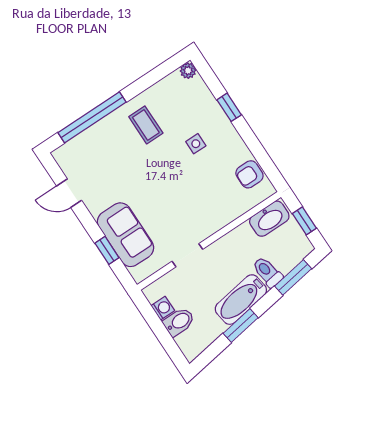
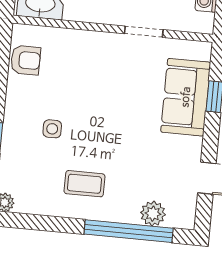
coffee table: (146, 125) -> (84, 184), turned 90
plant: (85, 142) -> (153, 214), added

